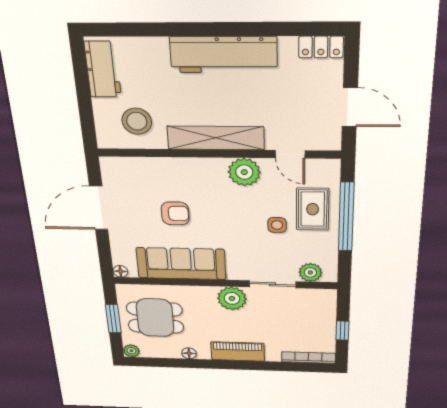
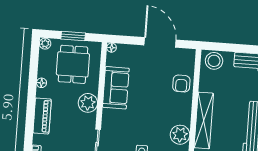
stool: (137, 121) -> (214, 61), moved
armchair: (175, 213) -> (181, 84), moved
sofa: (181, 264) -> (116, 88), width x0.73
plant: (232, 298) -> (88, 103), moved

